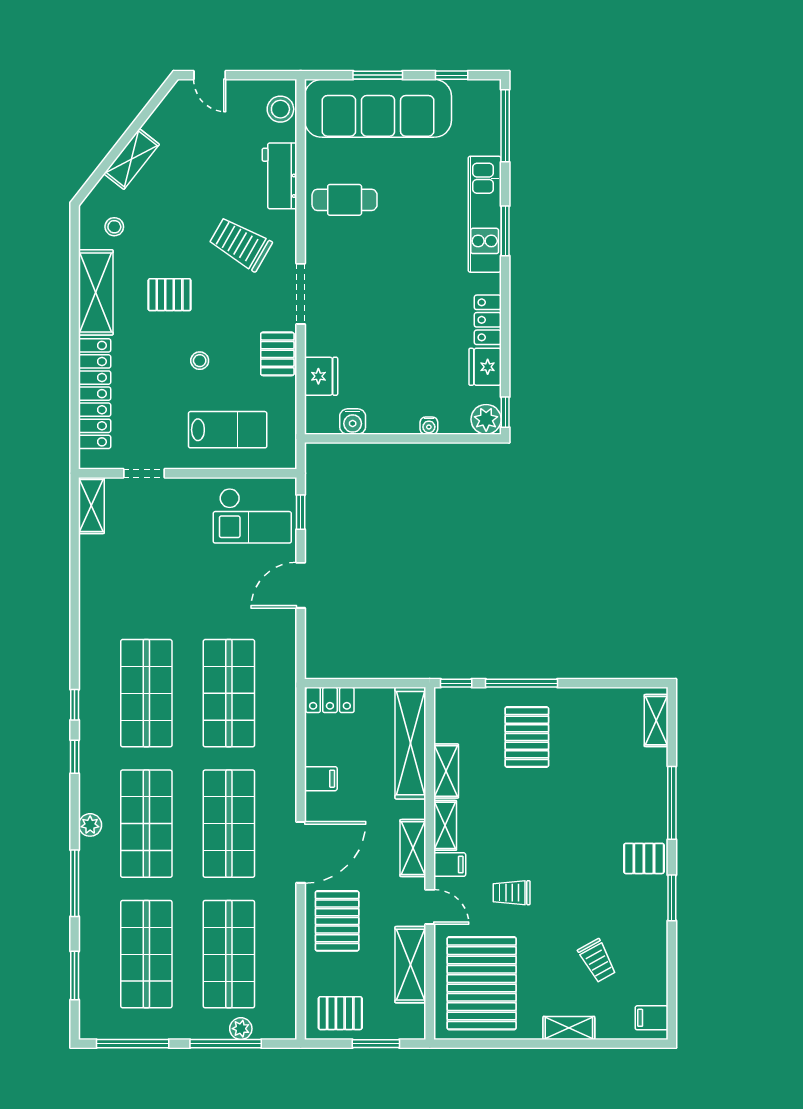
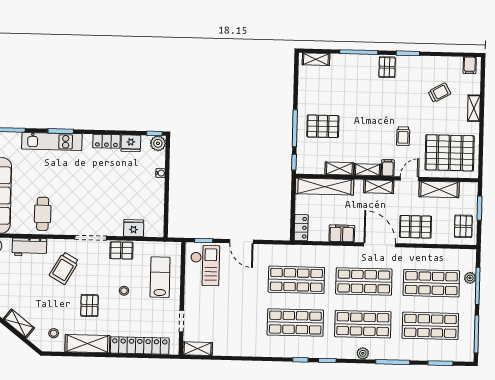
water cooler: (353, 421) -> (157, 212), removed
filing cabinet: (321, 779) -> (342, 233), width x2.00

